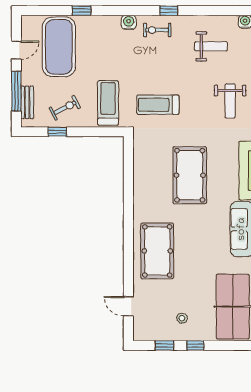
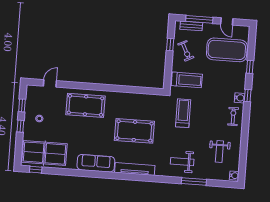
window: (169, 11) -> (248, 95), moved

